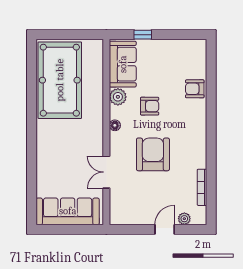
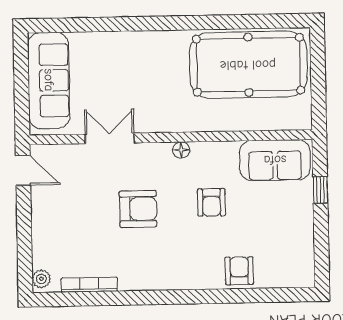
plant: (118, 97) -> (225, 154), removed
armchair: (153, 154) -> (138, 209), width x0.73, depth x0.73
plant: (184, 219) -> (41, 279), moved
door: (165, 229) -> (23, 170), moved

